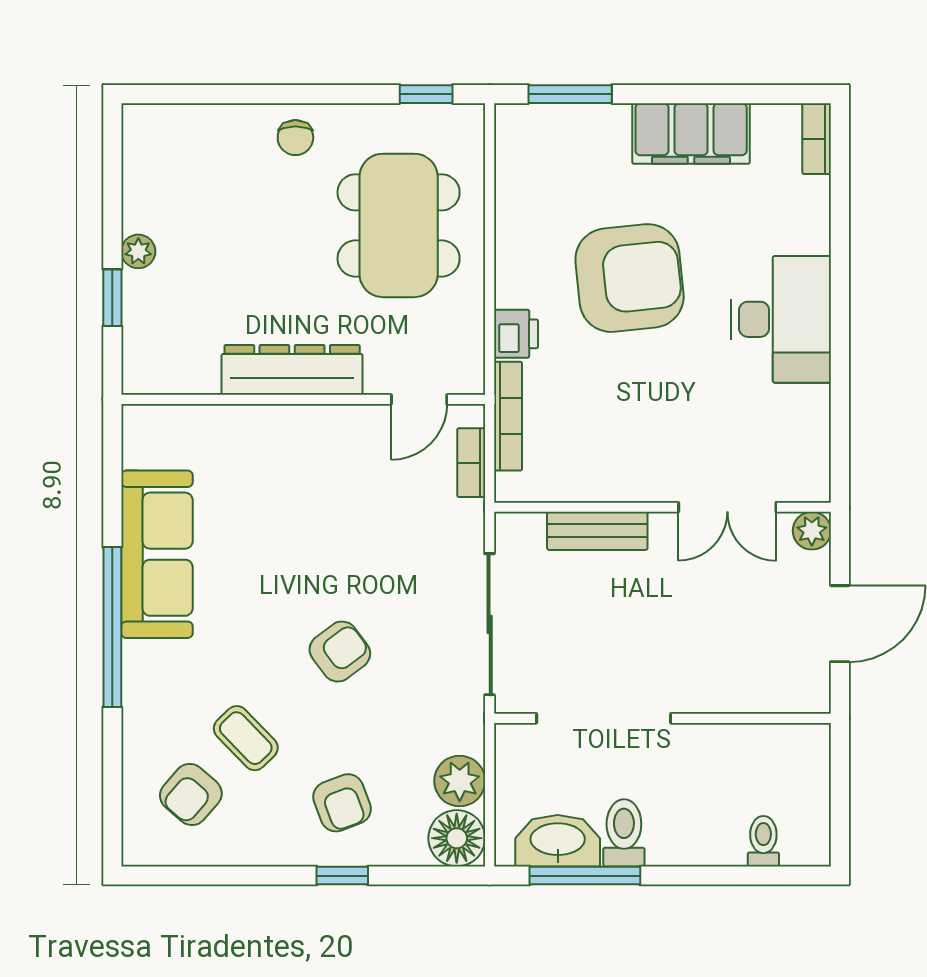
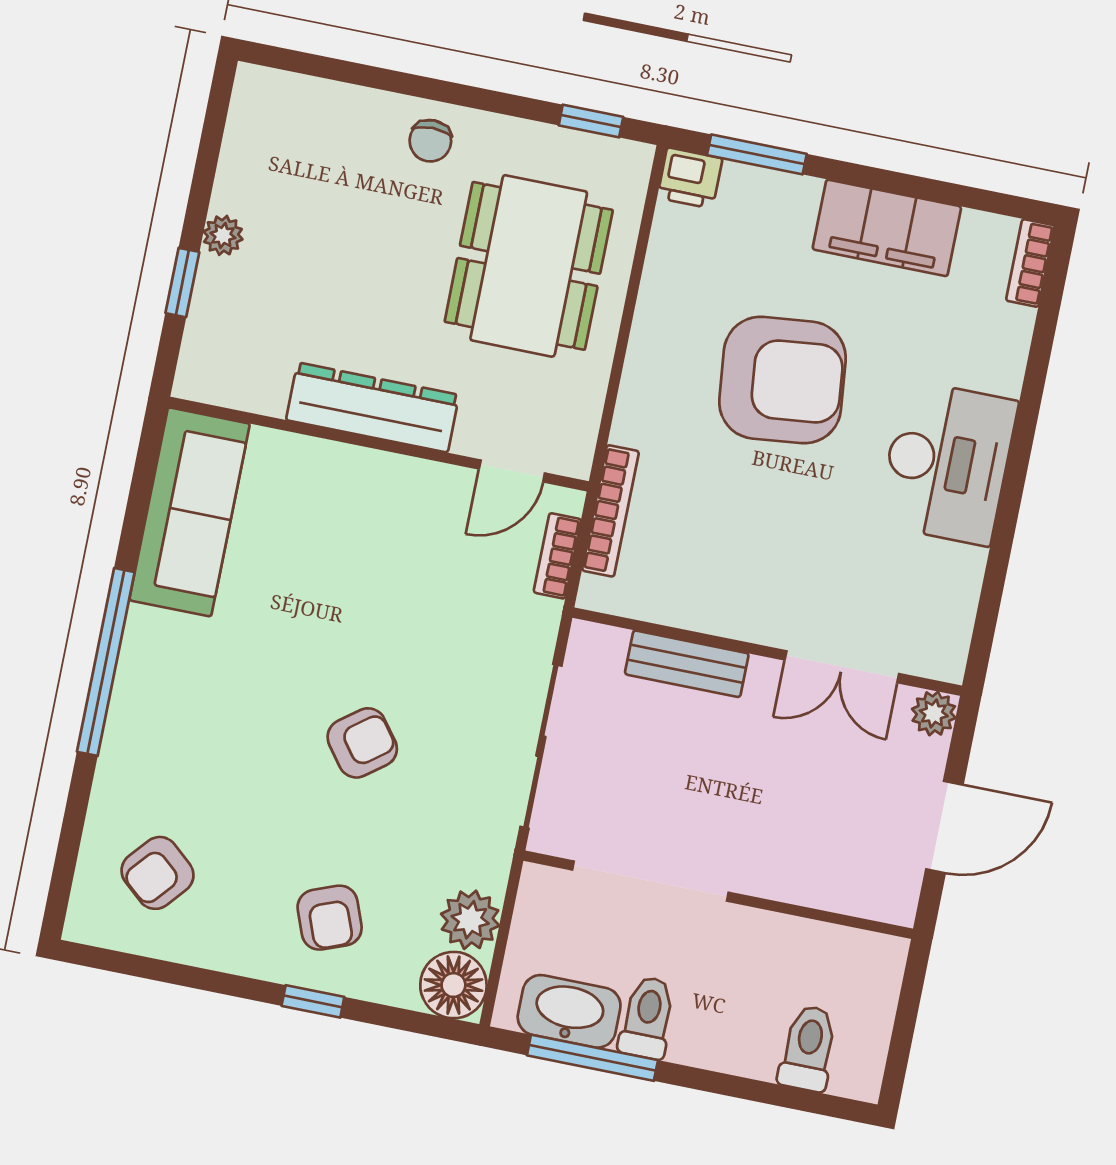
printer: (516, 334) -> (690, 178), moved, turned 90
sofa: (157, 554) -> (190, 512), moved
coffee table: (246, 738) -> (234, 821), removed
toilet: (763, 841) -> (808, 1048), width x1.37, depth x1.39

